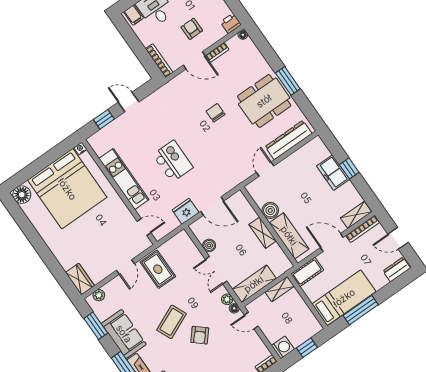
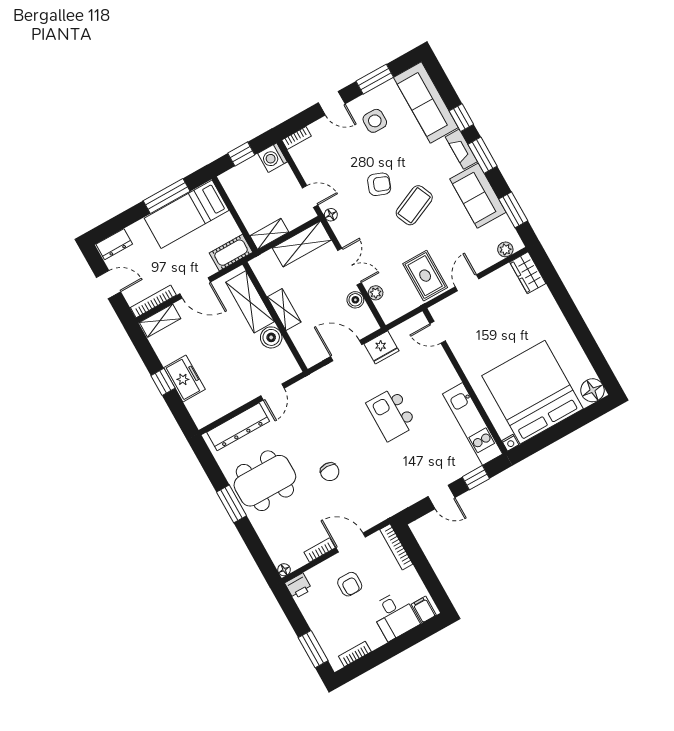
kitchen unit: (124, 179) -> (473, 424), moved
plant: (227, 299) -> (376, 293), moved
armchair: (200, 335) -> (379, 184), turned 70

